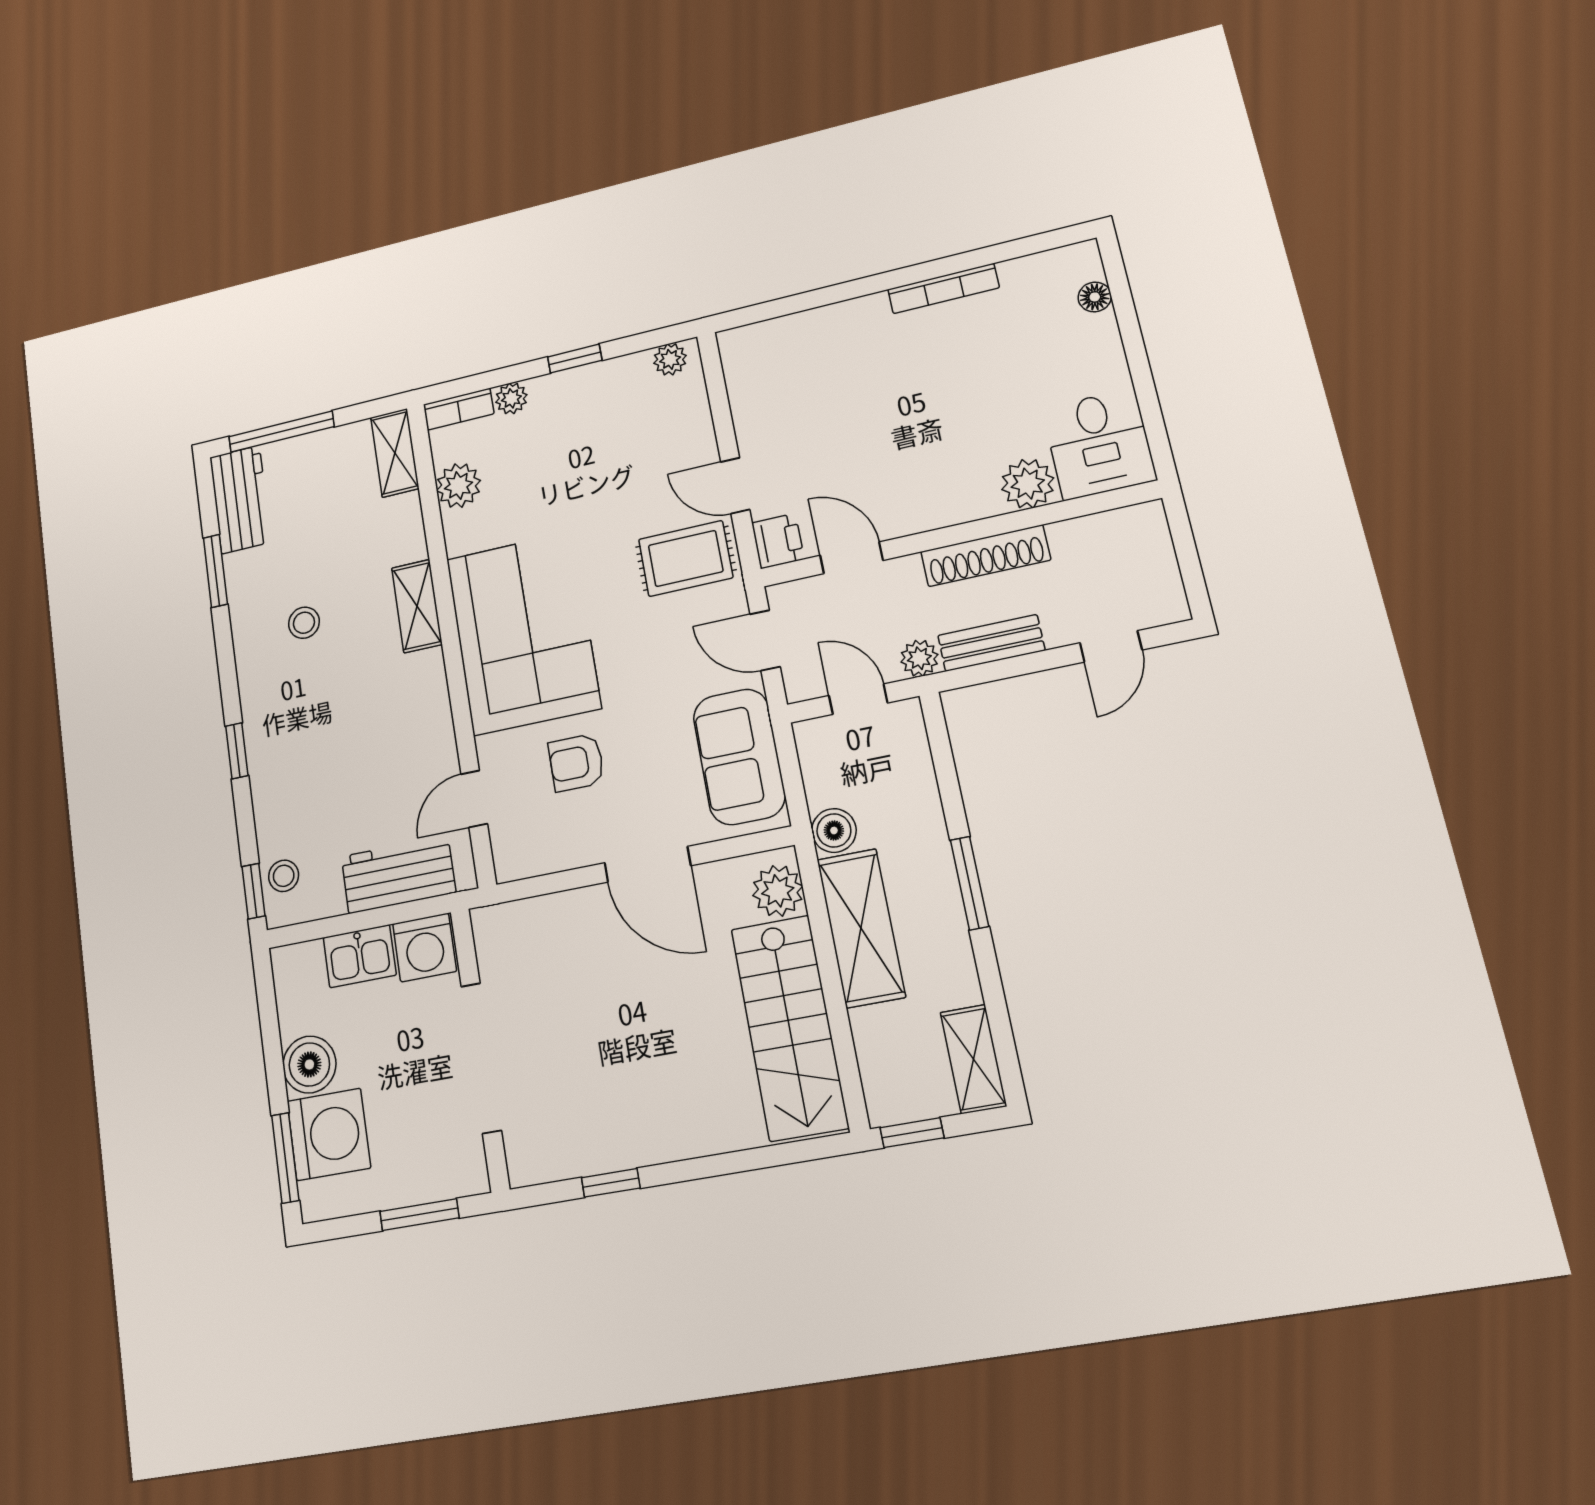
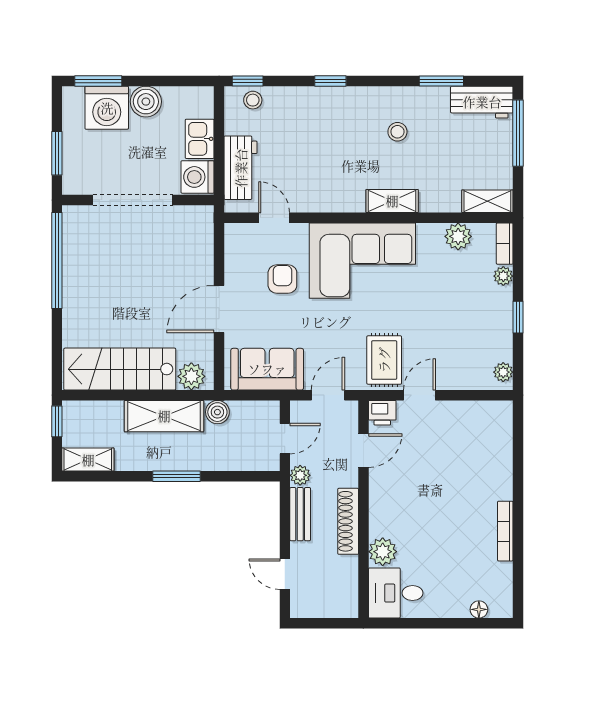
window: (611, 1183) -> (57, 260), width x3.17

